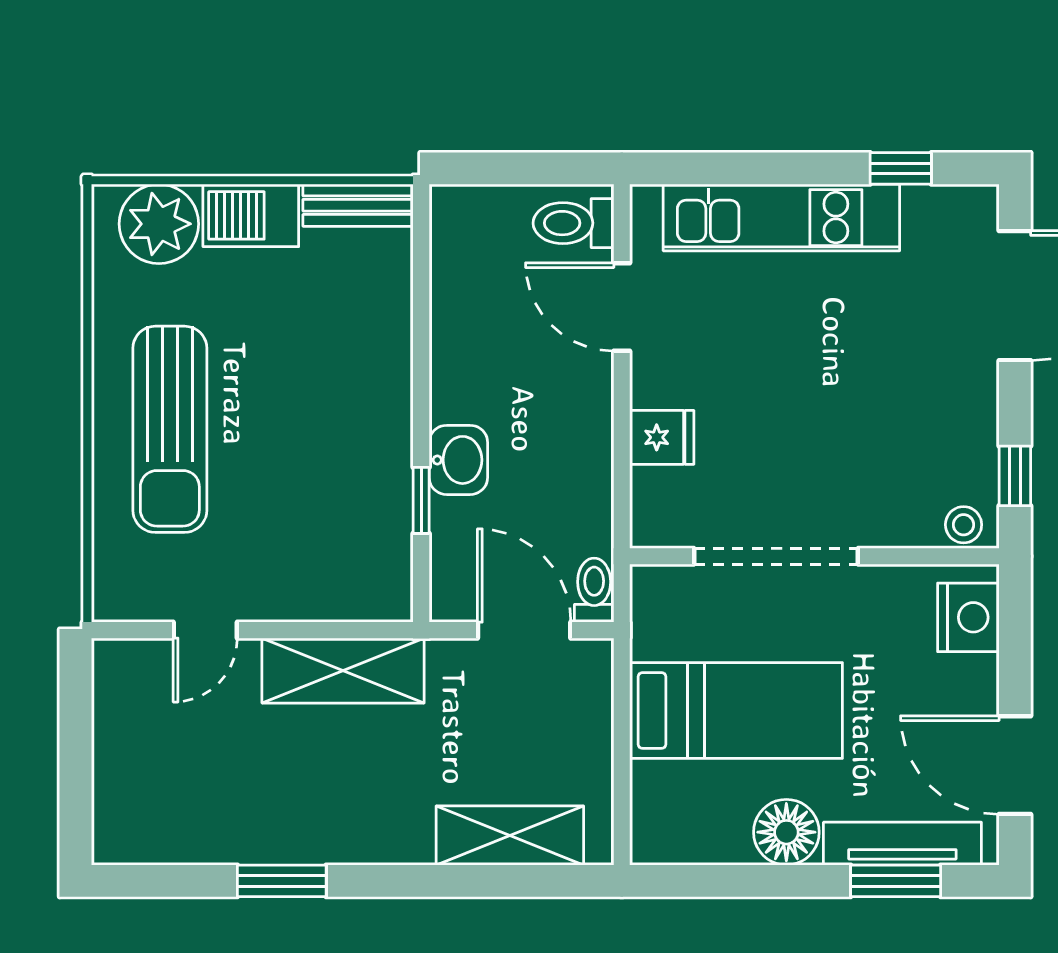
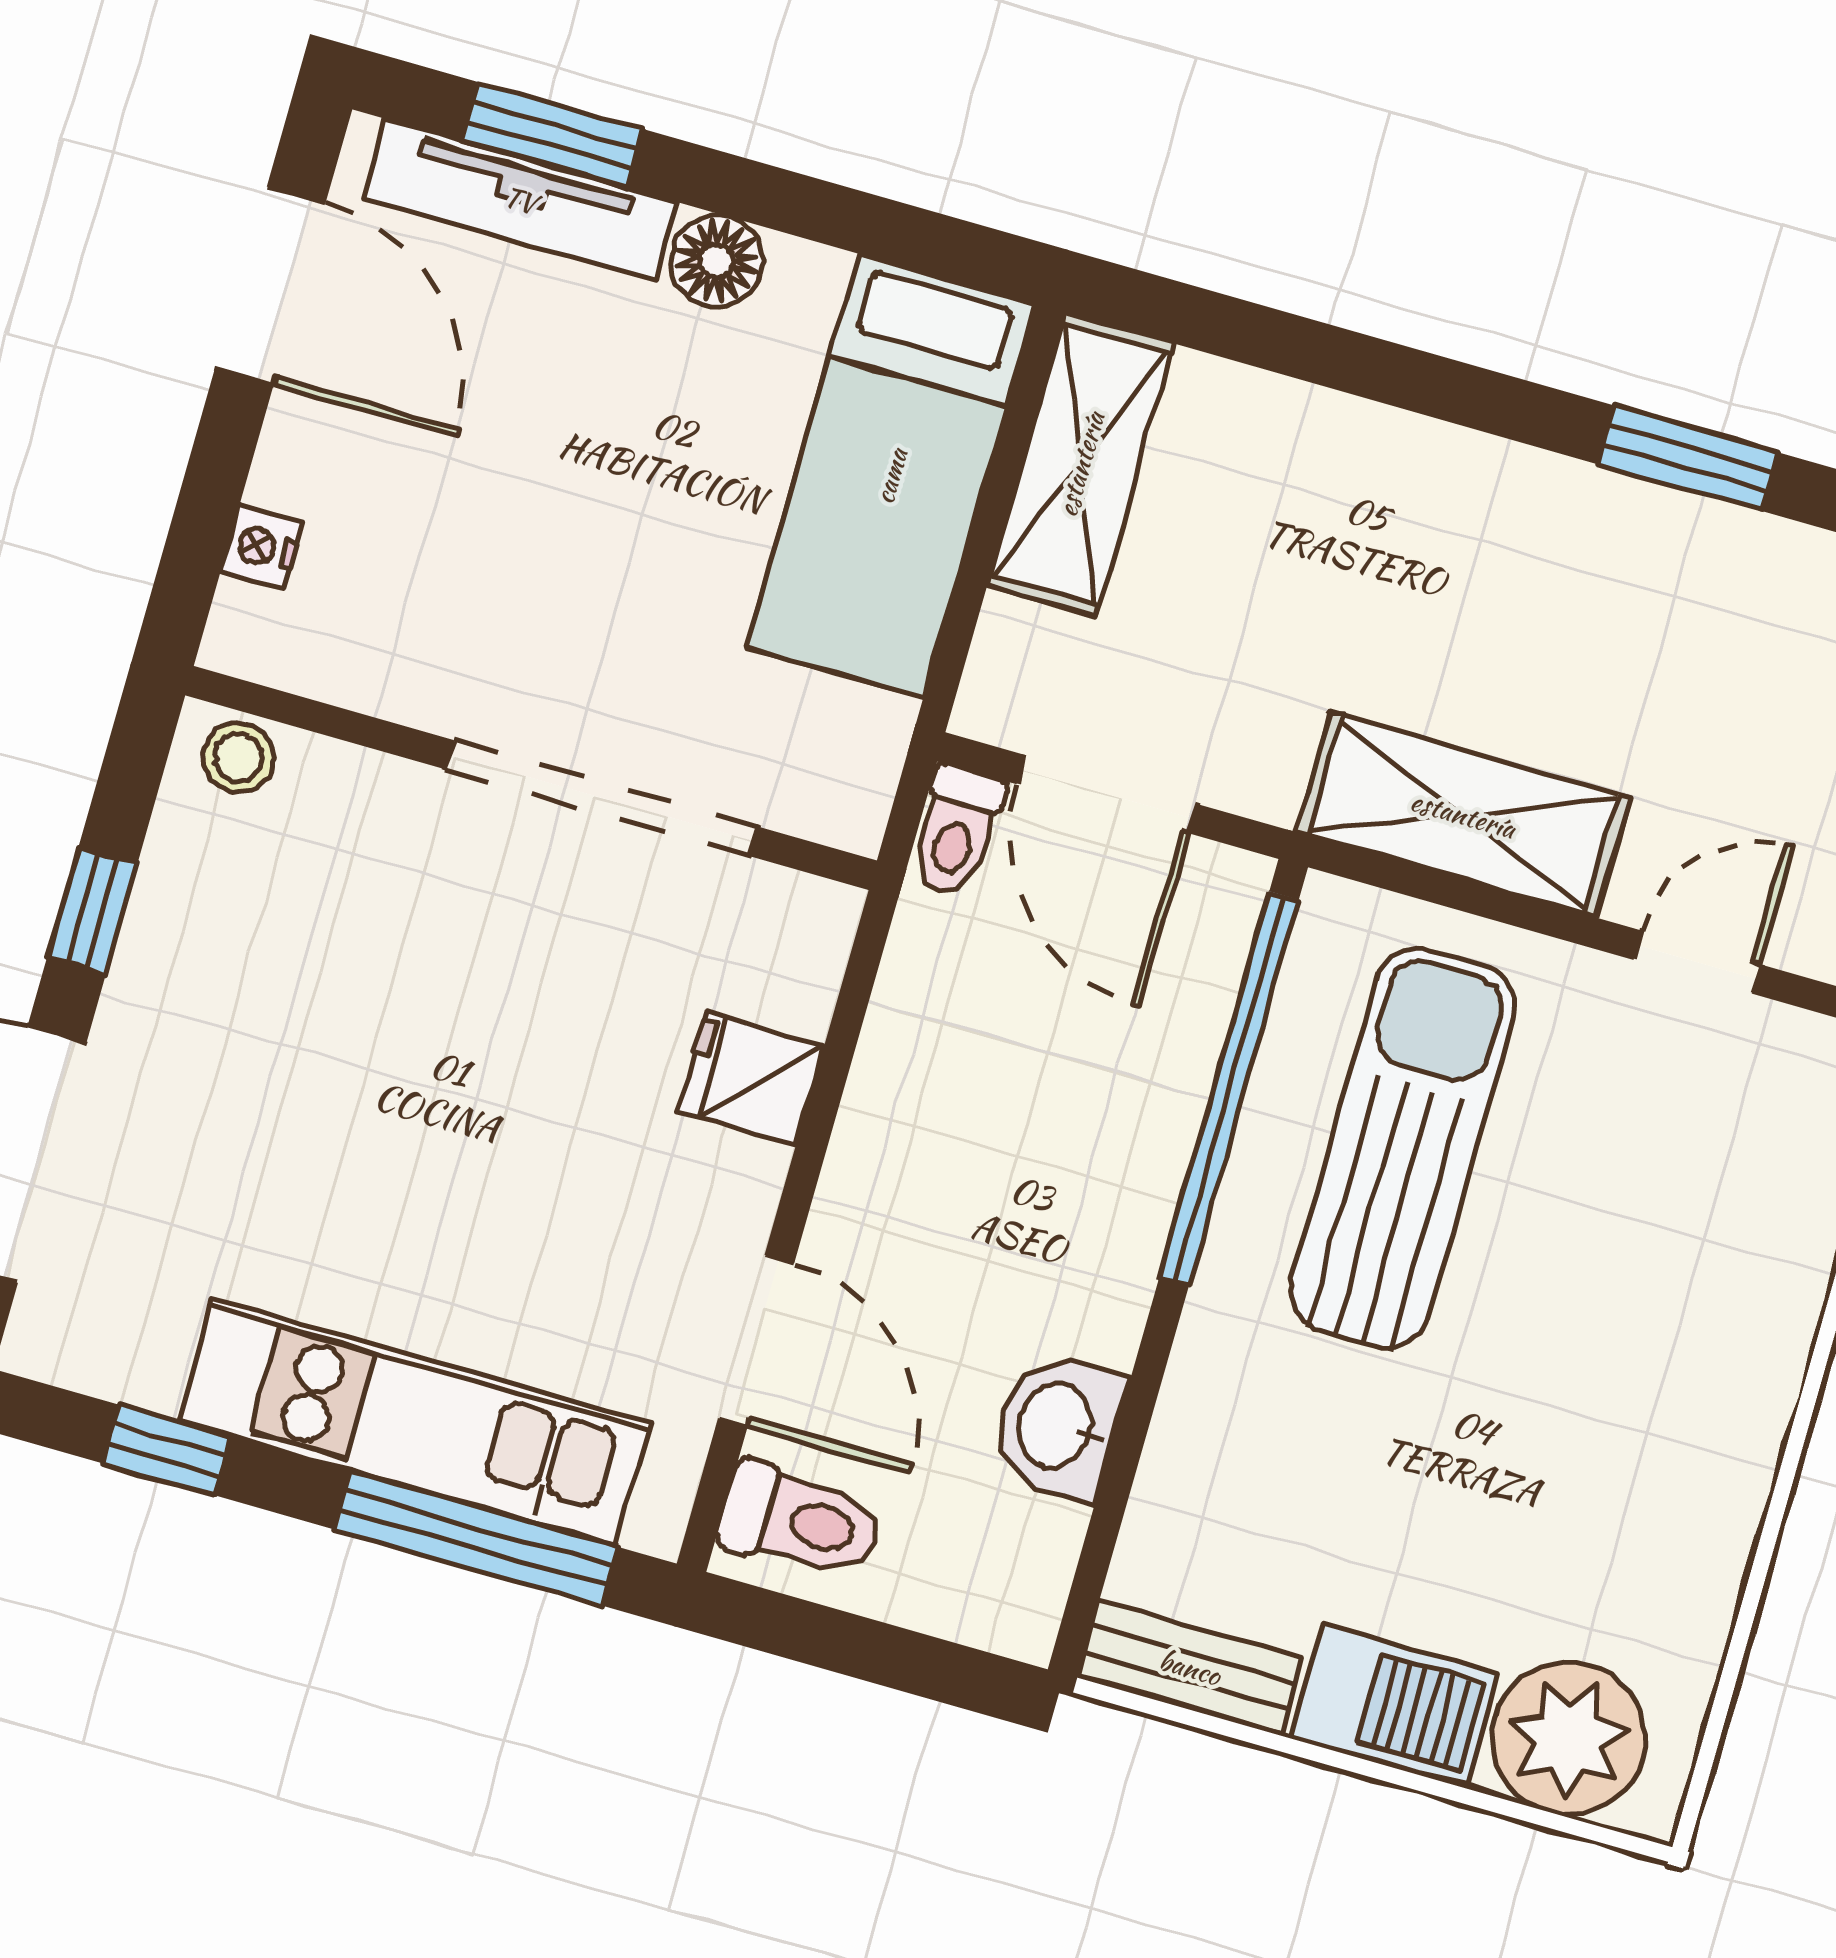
window: (733, 168) -> (476, 1538), added
sun lounger: (170, 429) -> (1403, 1148), moved
washbasin: (458, 460) -> (1058, 1427), moved
window: (1015, 476) -> (92, 911), moved
window: (421, 500) -> (1229, 1089), width x3.17
nightstand: (968, 617) -> (262, 547), width x0.53, depth x0.56
bed: (736, 710) -> (891, 476), moved, turned -90
floor lamp: (786, 832) -> (716, 261), width x0.73, depth x0.73
shelving: (510, 836) -> (1081, 464), moved, turned 90

